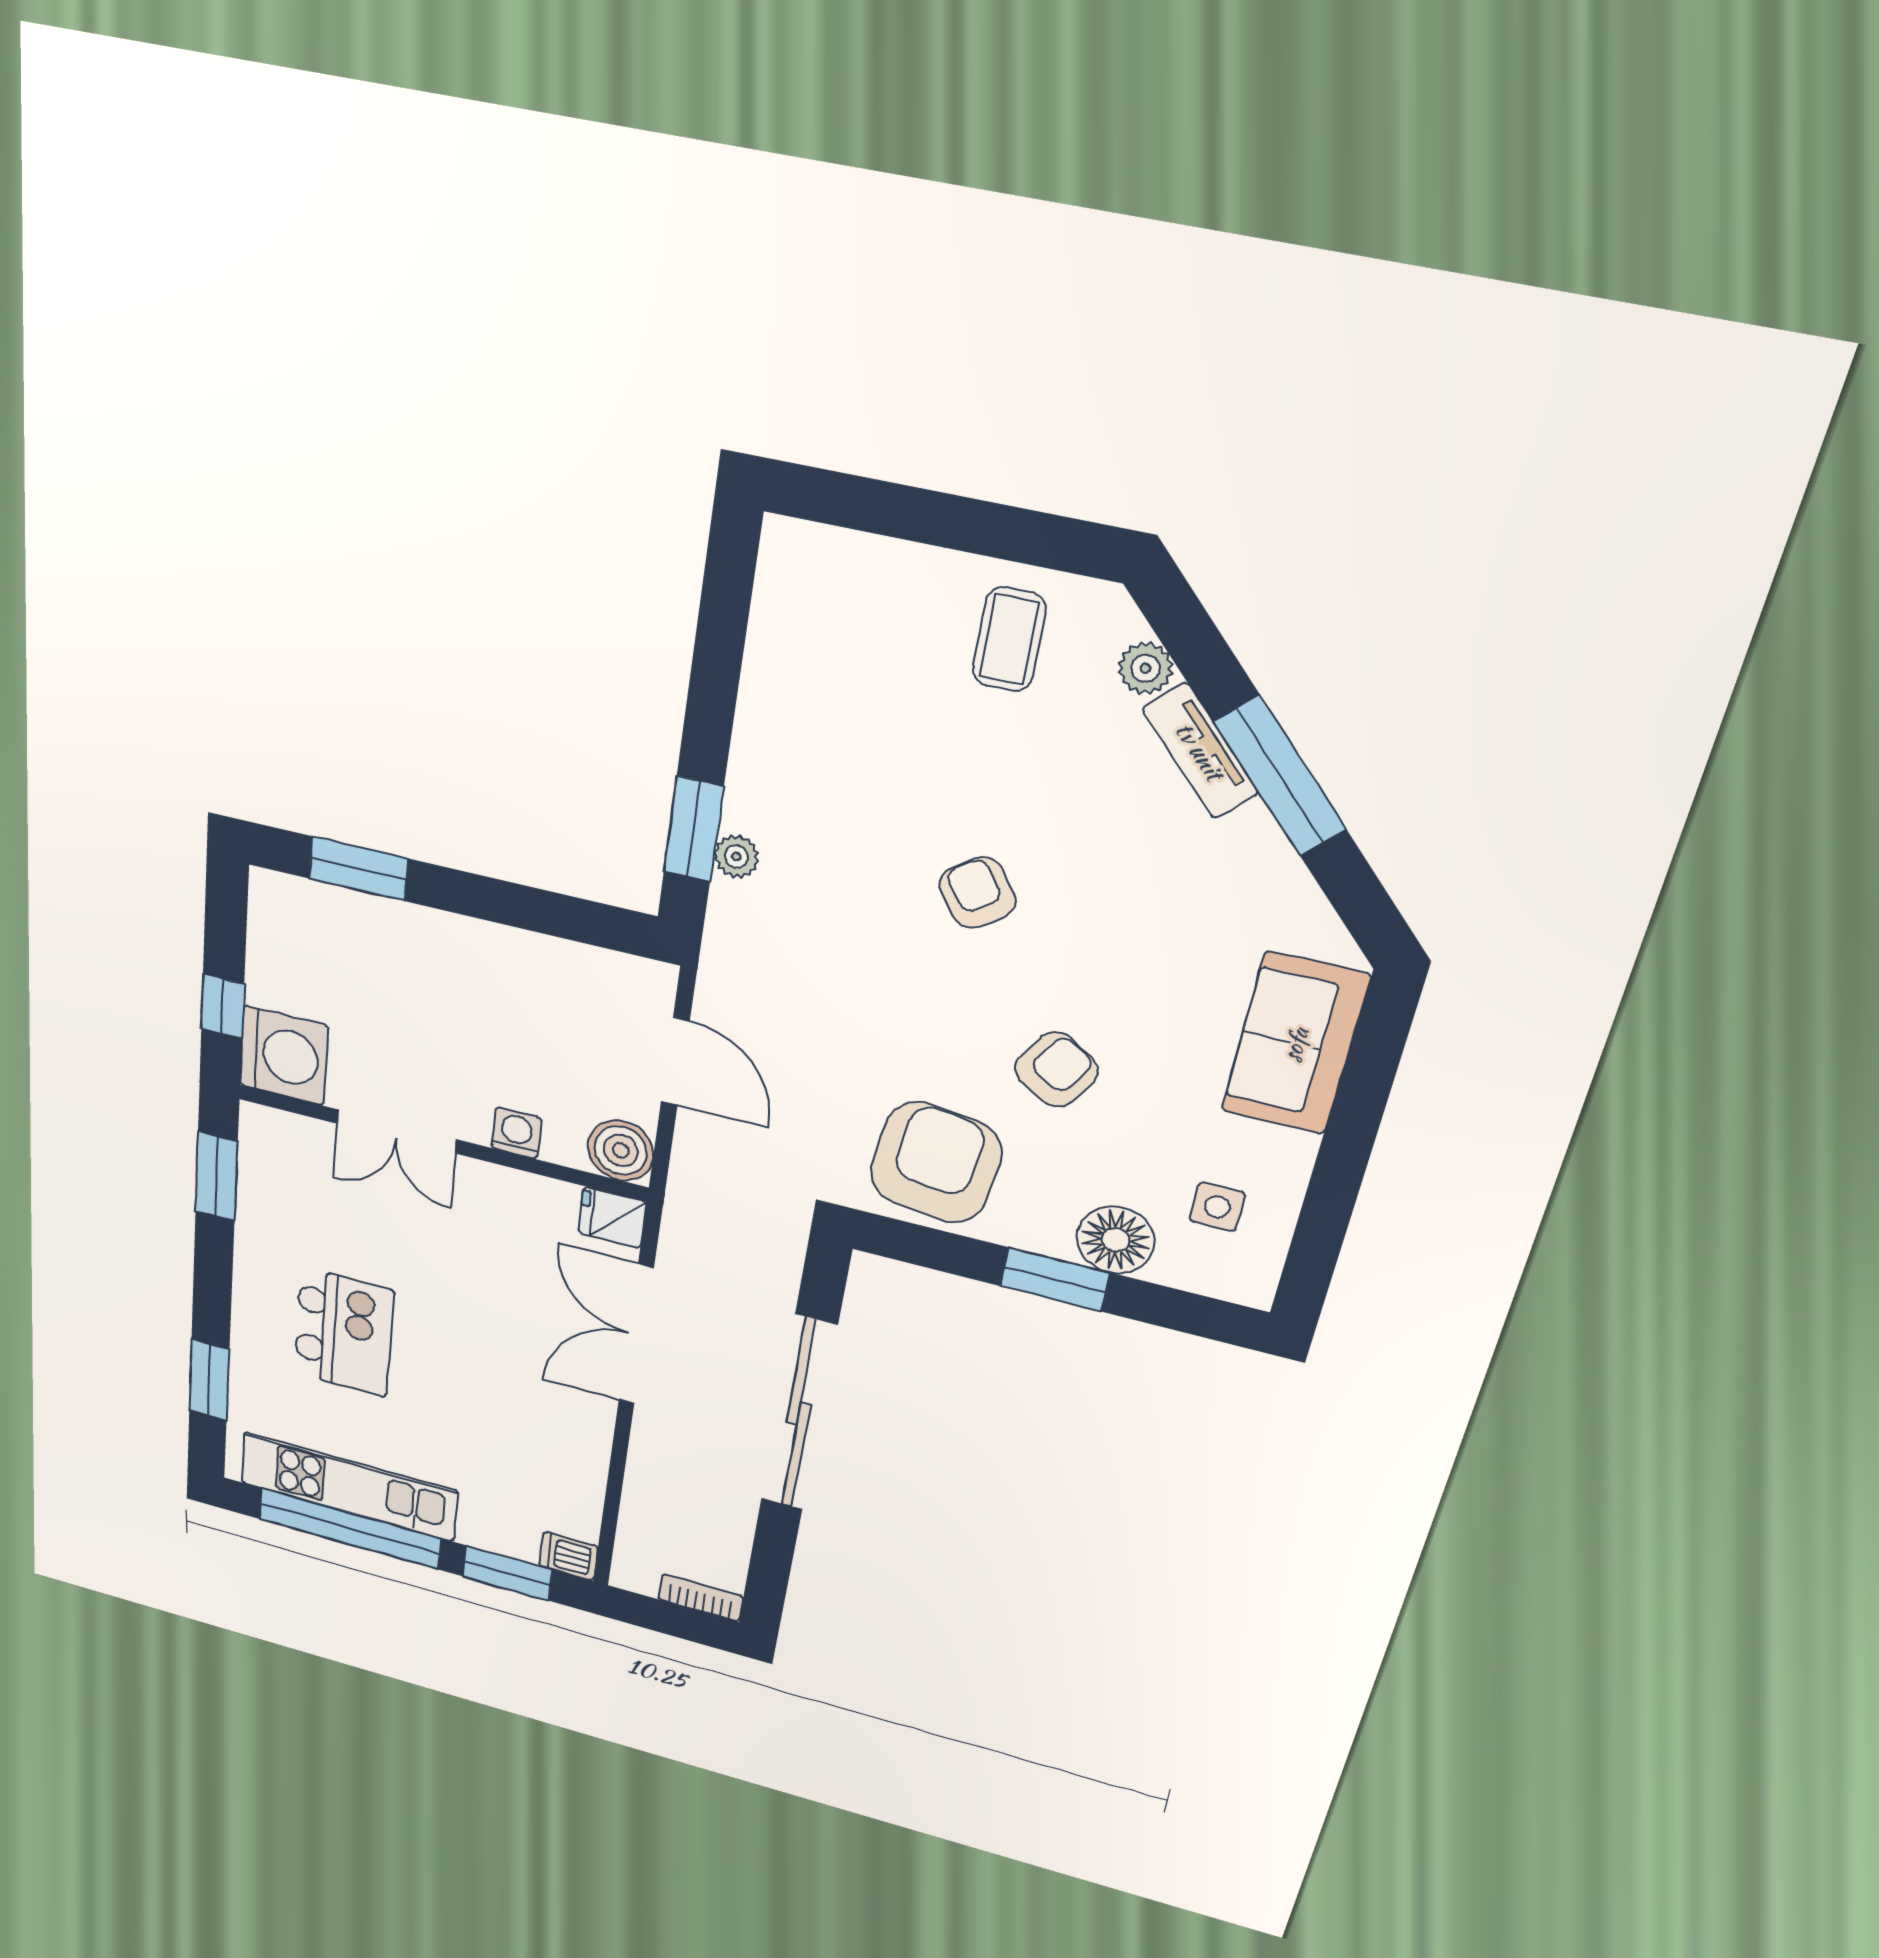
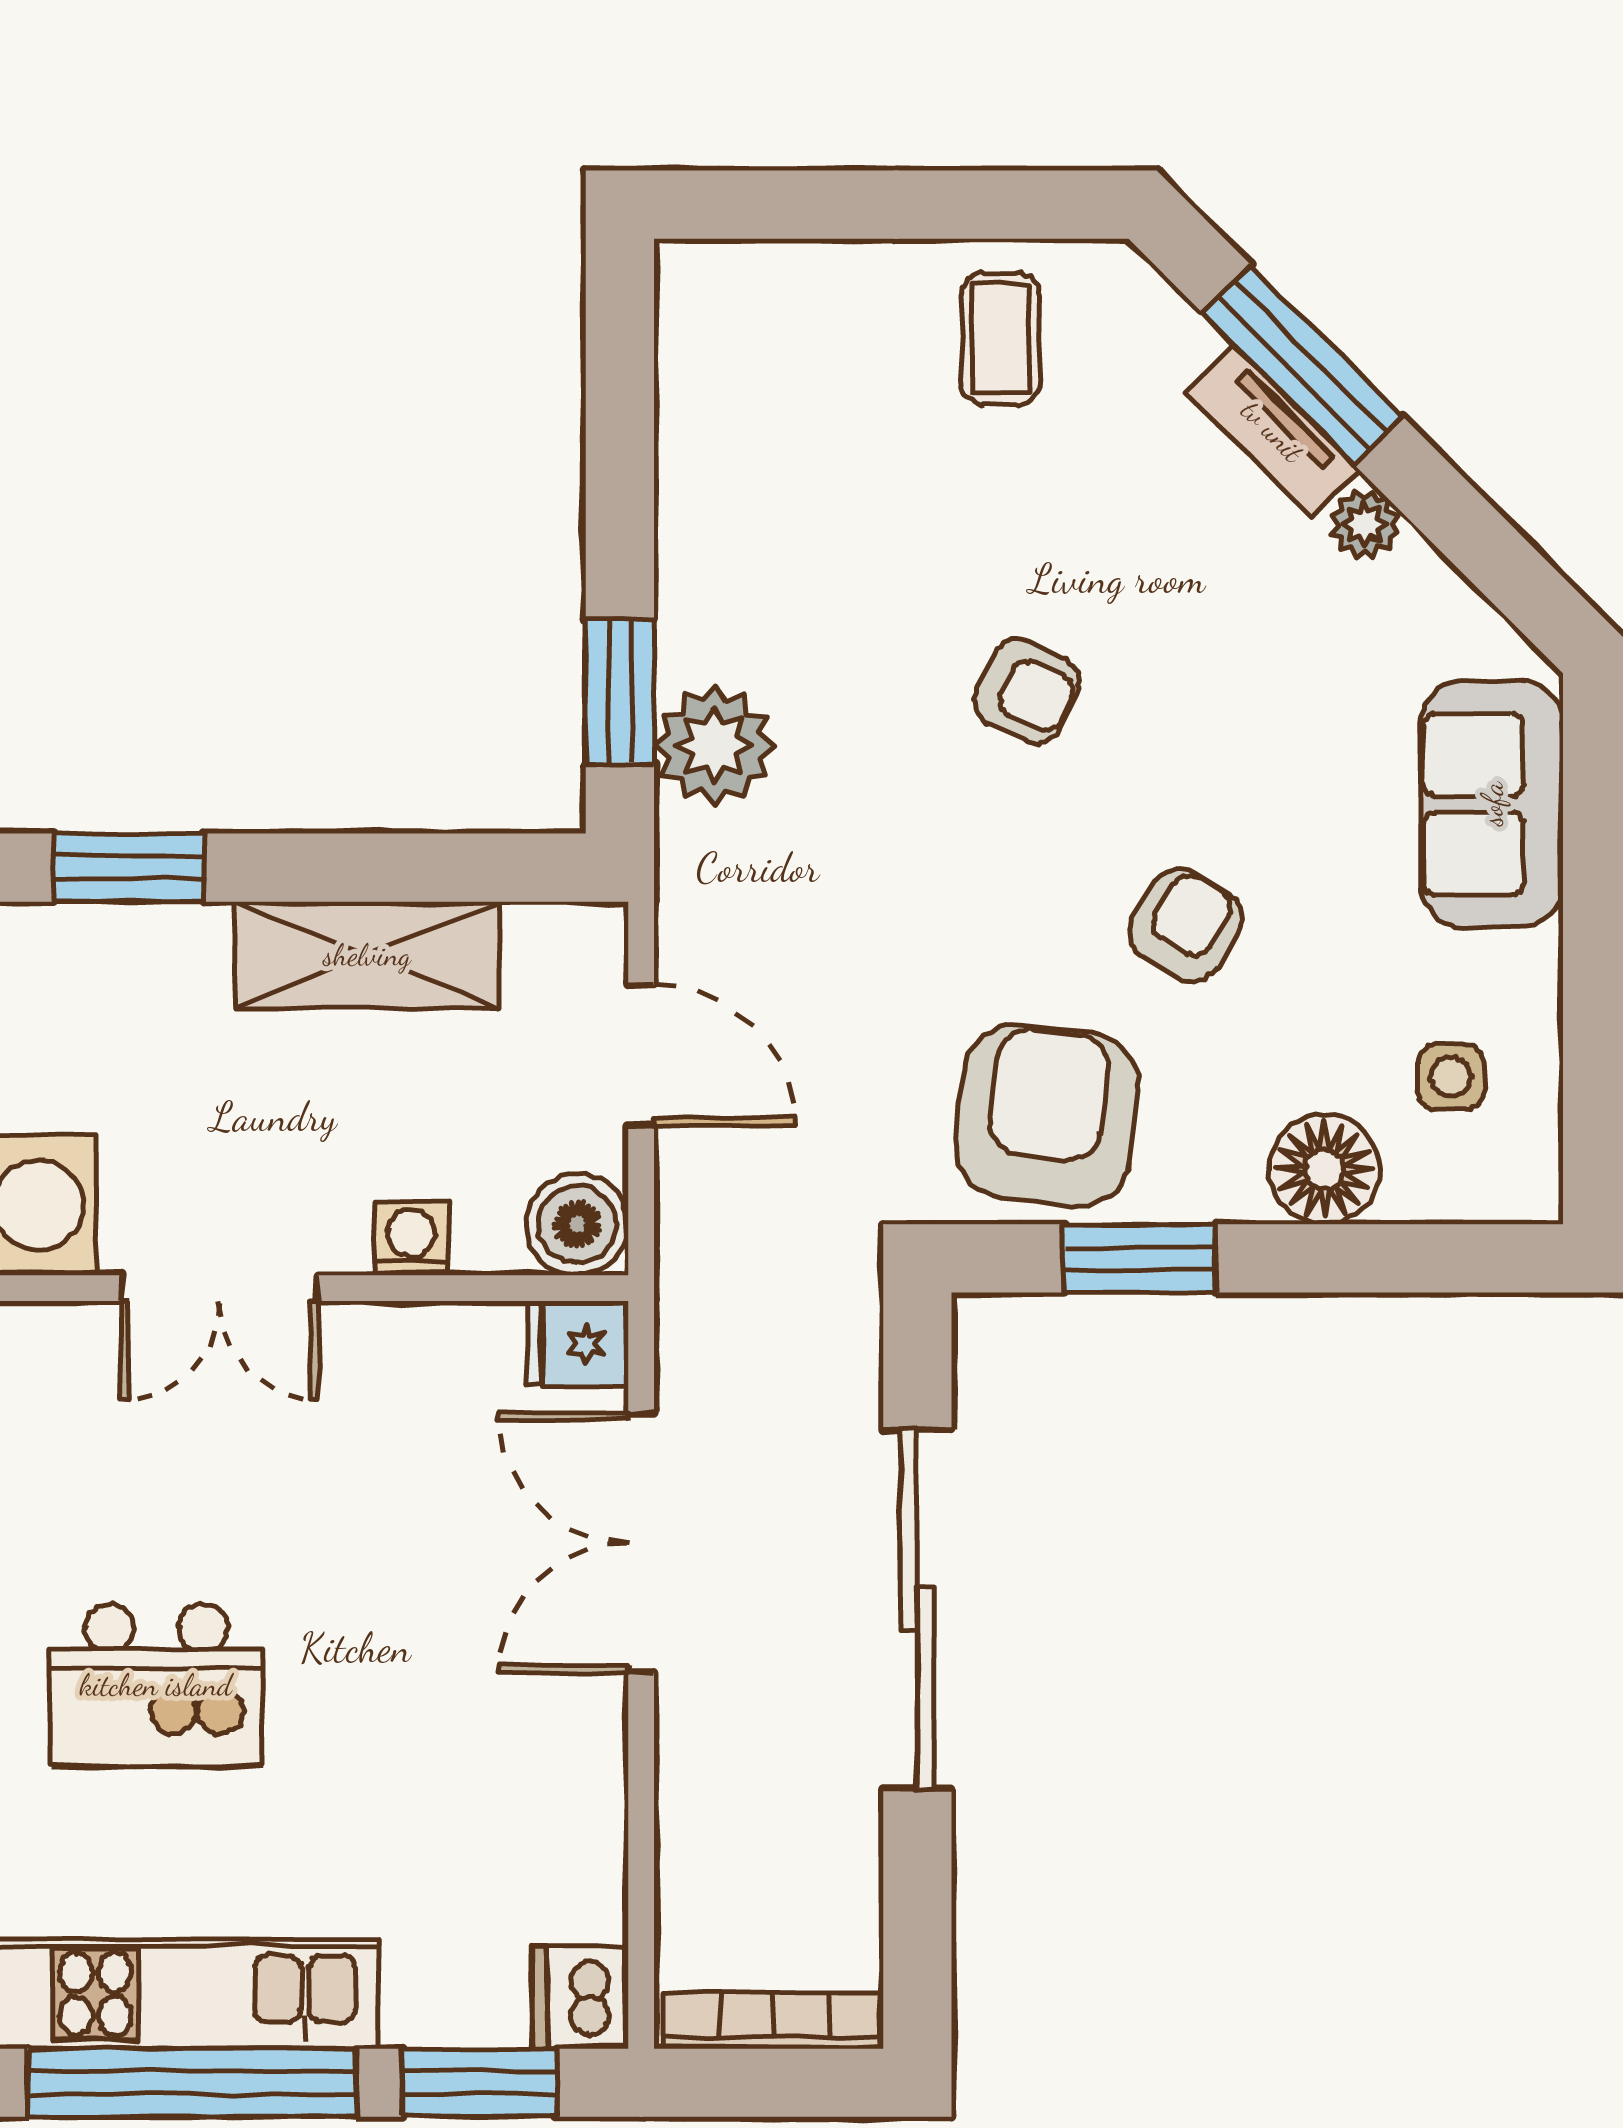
plant: (1145, 668) -> (1365, 524), moved
window: (1280, 776) -> (1302, 364), moved
plant: (736, 856) -> (714, 746), width x1.88, depth x1.88
armchair: (977, 893) -> (1027, 691), turned 151
shelving: (506, 958) -> (367, 955), added
window: (1055, 1279) -> (1140, 1258), moved
kitchen island: (344, 1332) -> (156, 1685), turned 90
dishwasher: (568, 1556) -> (580, 1997), width x1.38
bookcase: (701, 1598) -> (774, 2021), width x1.56

